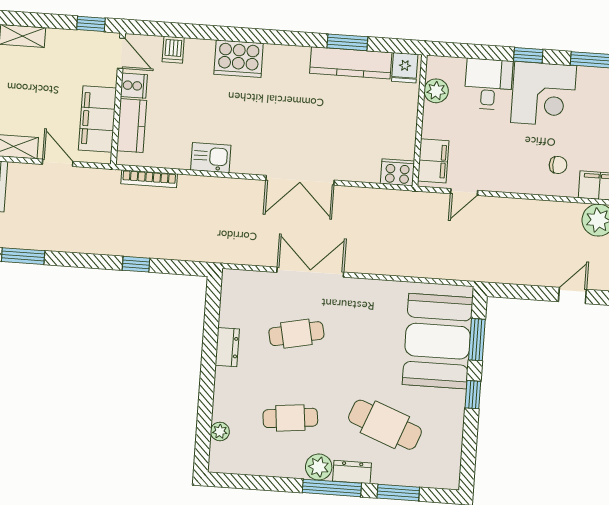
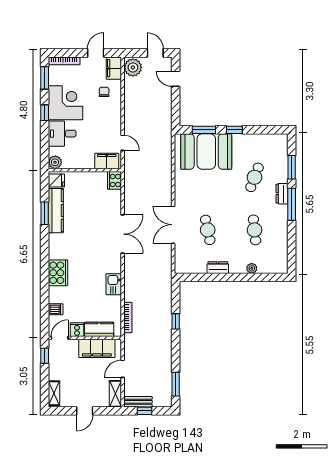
plant: (436, 91) -> (55, 162), moved
cafe table: (385, 425) -> (255, 177), width x0.73, depth x0.74
plant: (220, 431) -> (252, 268), moved
plant: (319, 467) -> (281, 212), removed

